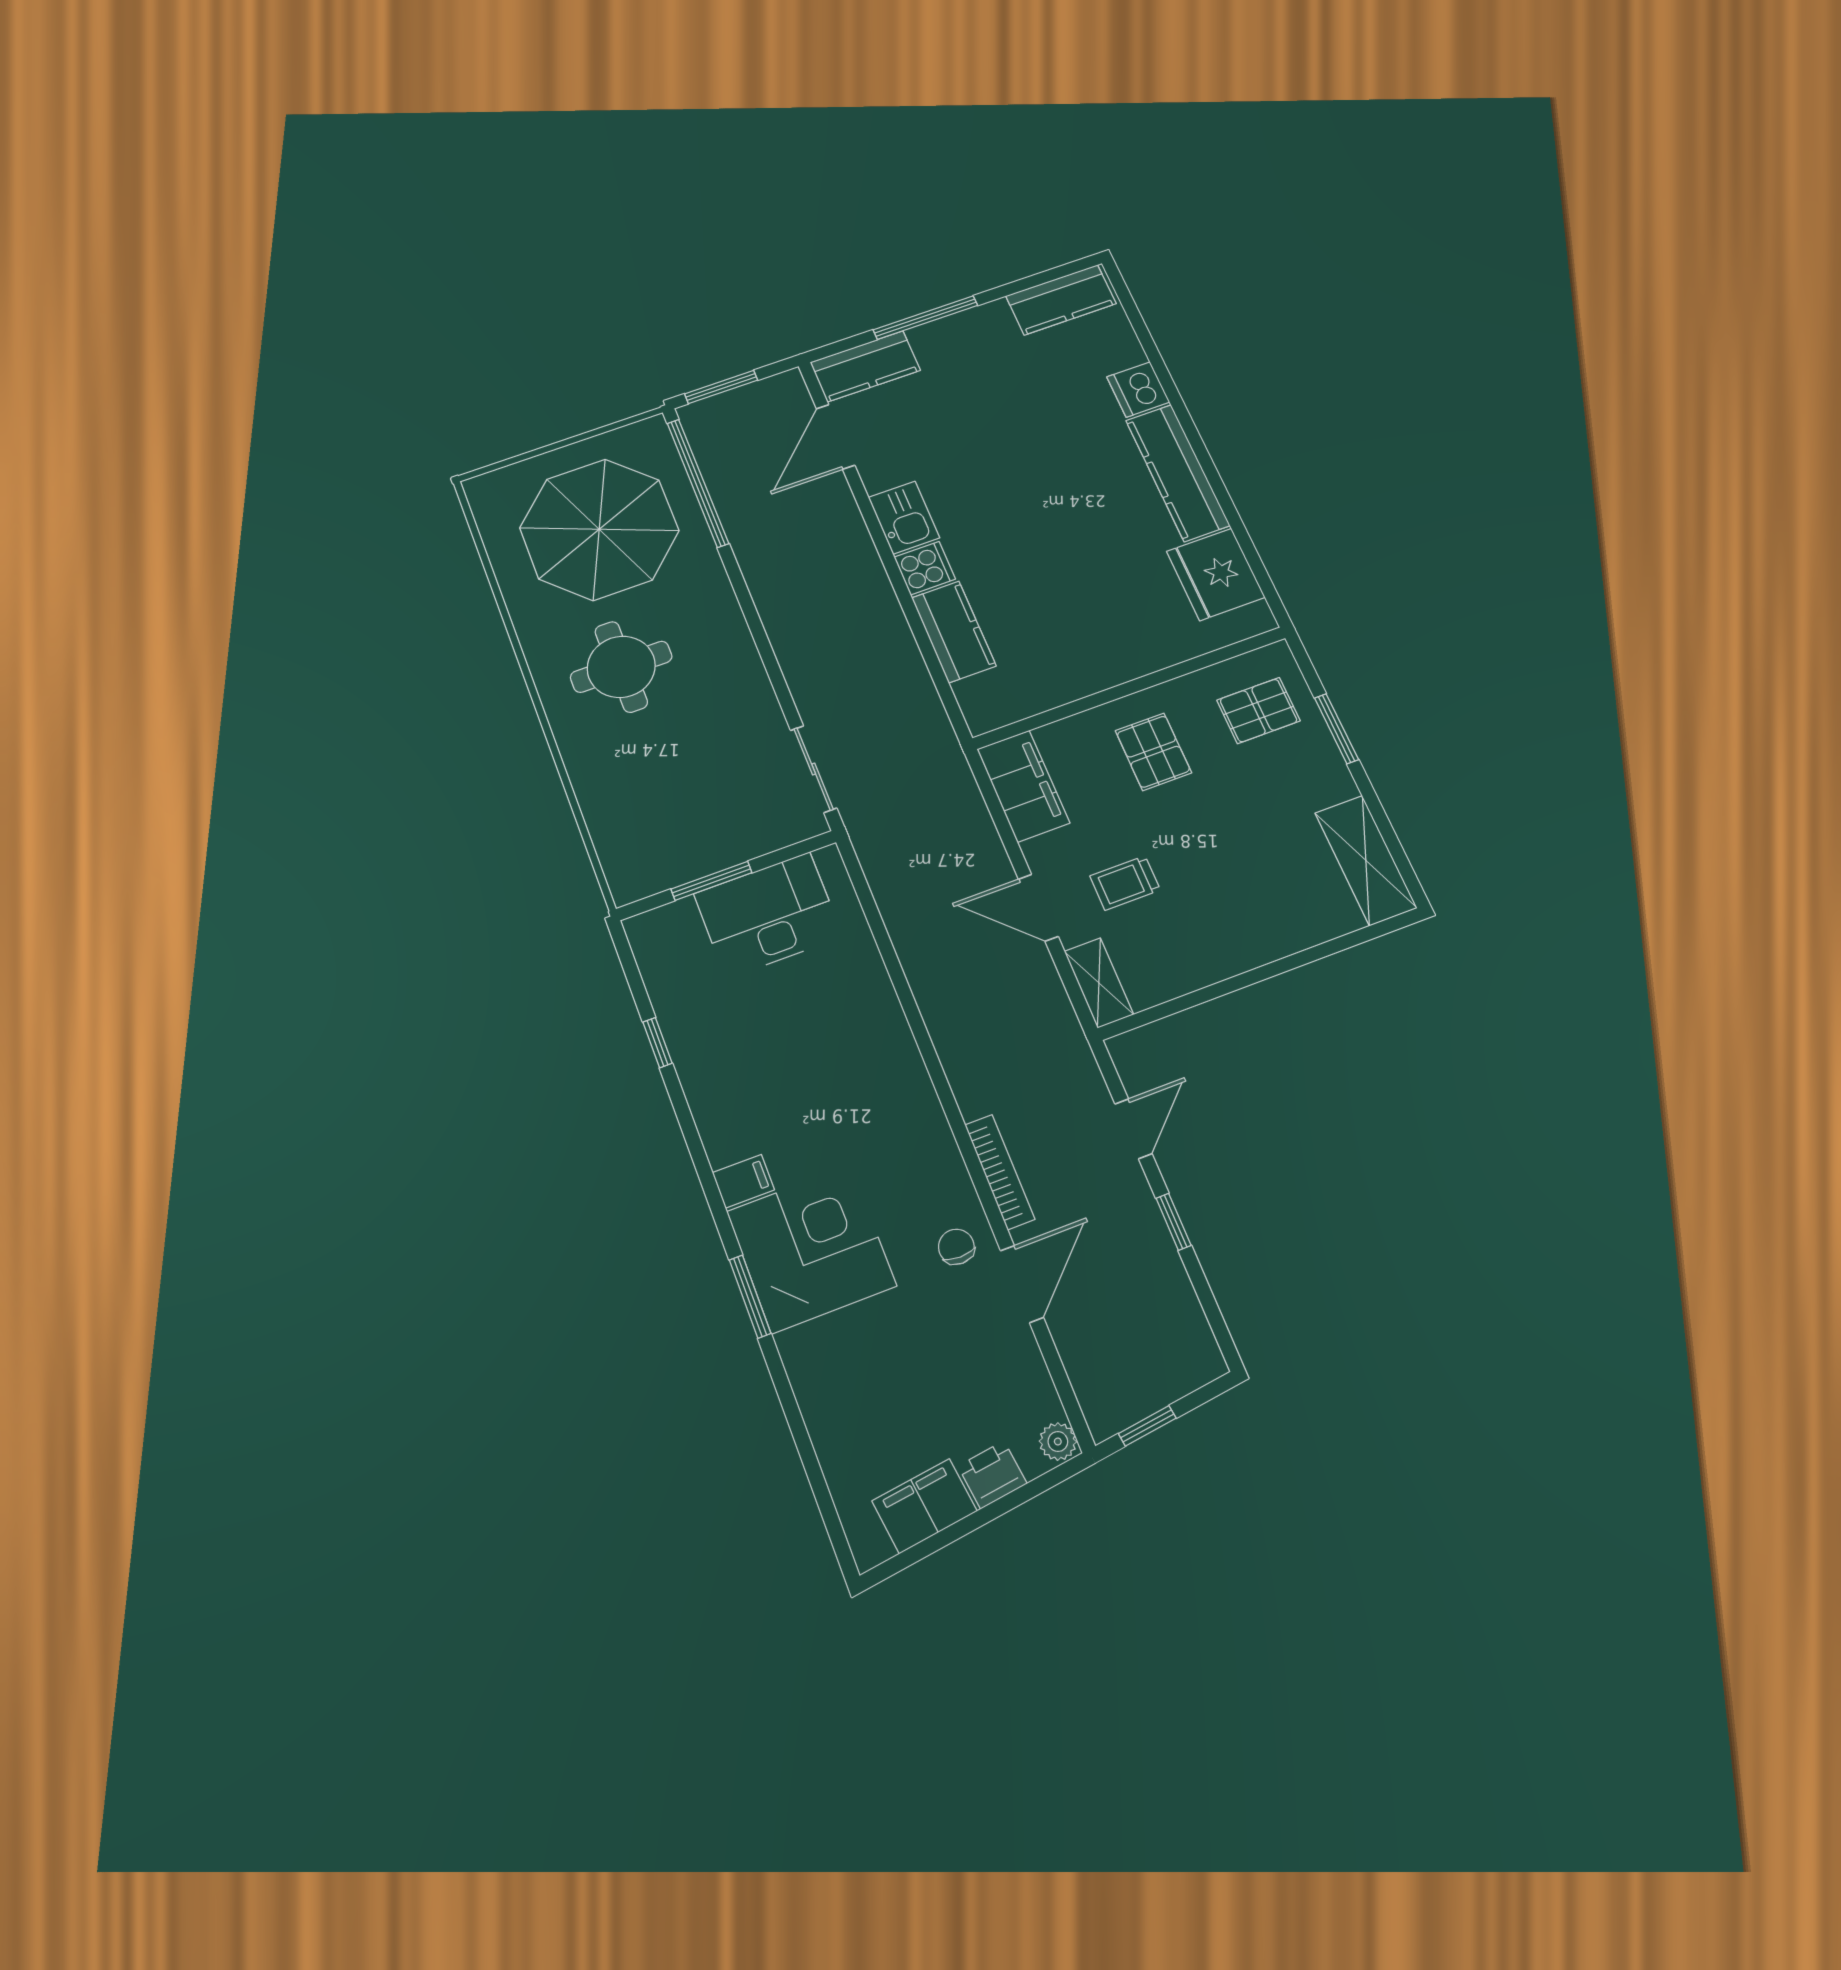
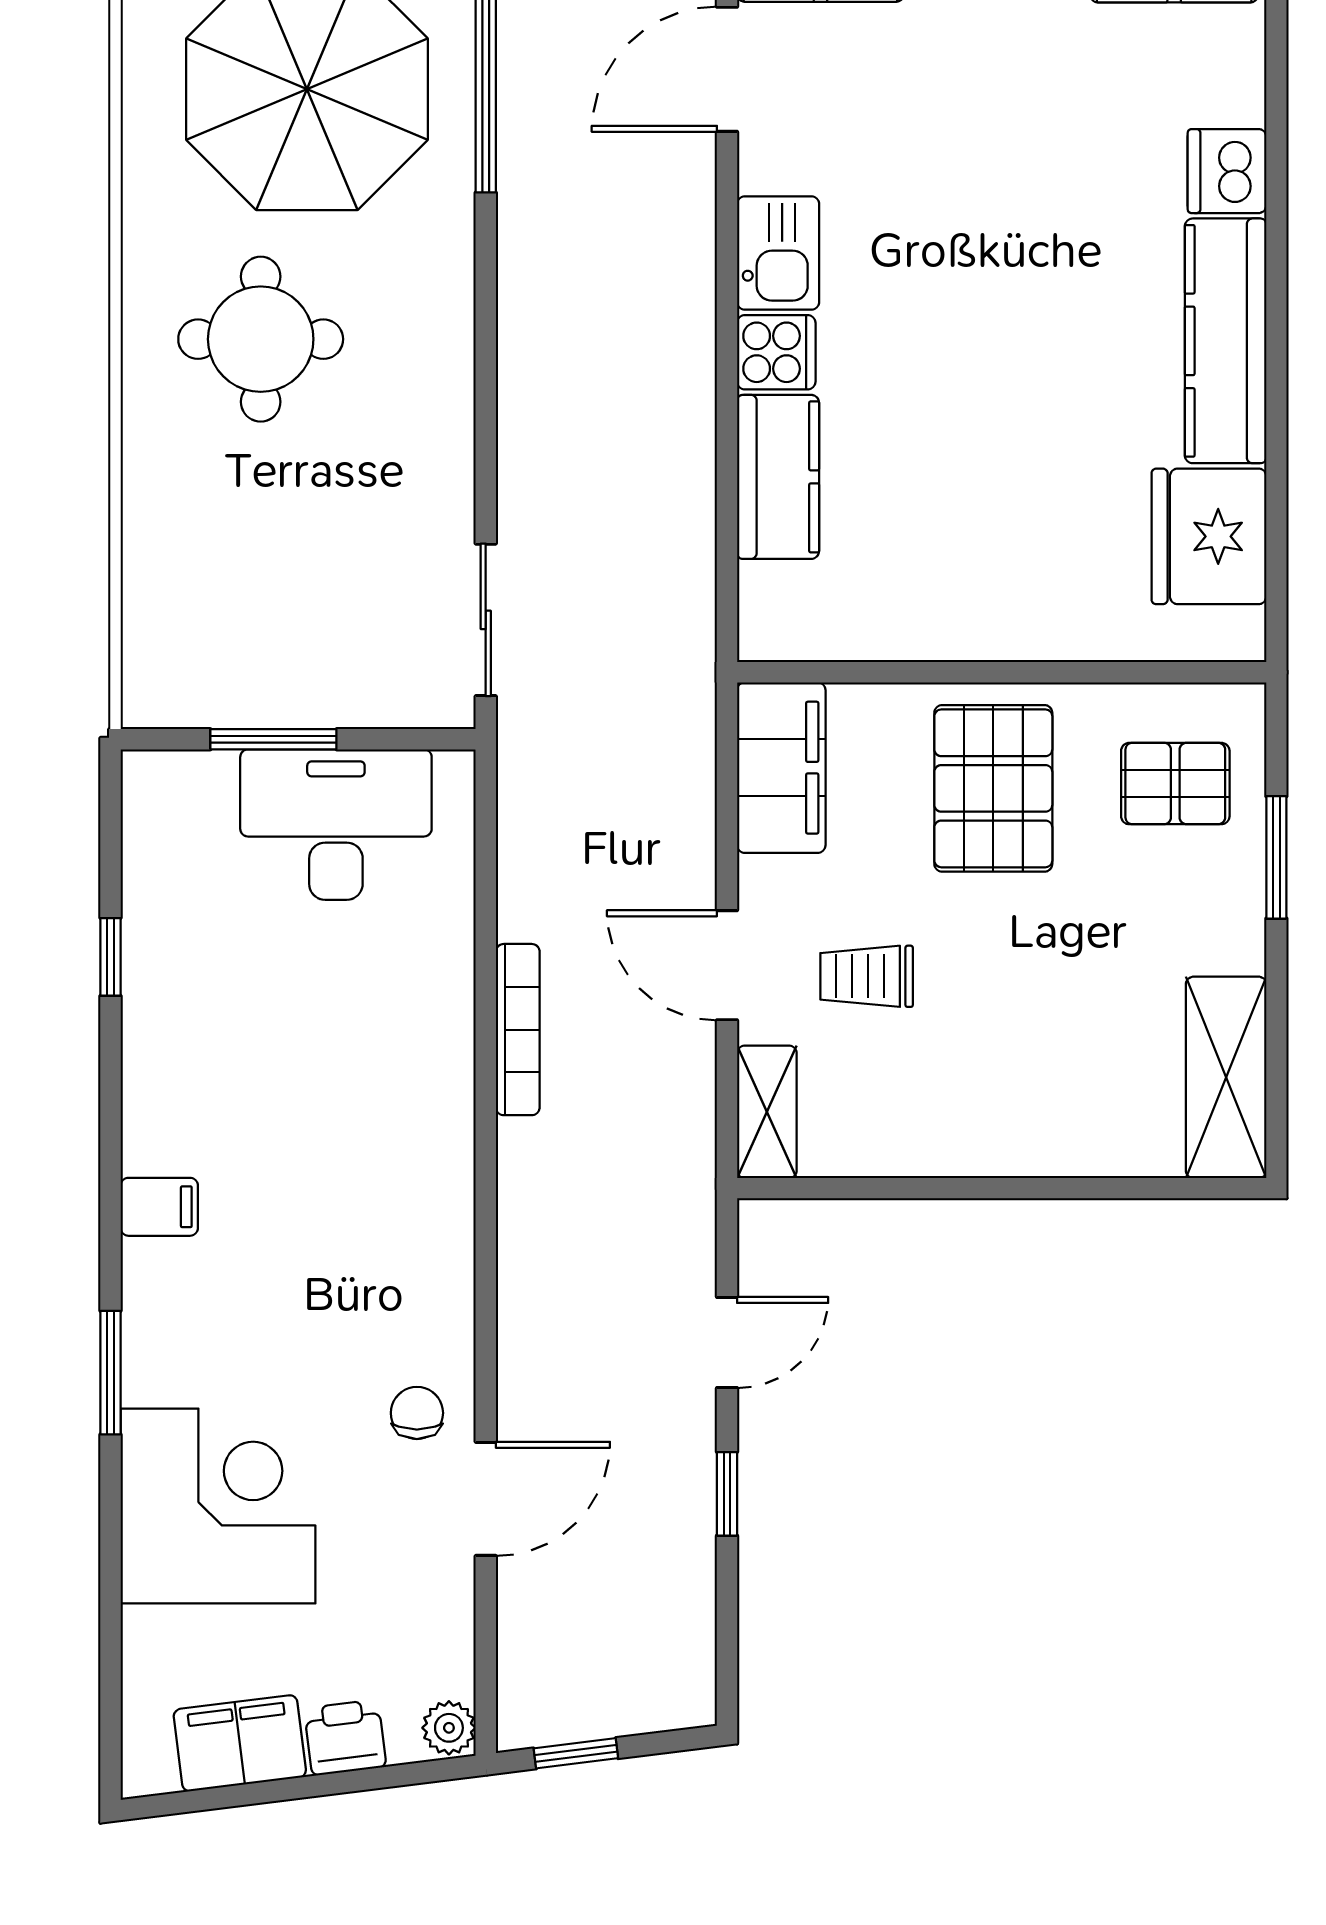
pallet: (1153, 752) -> (993, 788), width x1.50, depth x1.42
bookcase: (1000, 1172) -> (518, 1030), moved
corner desk: (811, 1249) -> (218, 1506), moved

